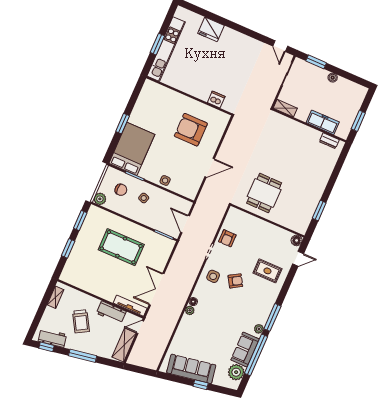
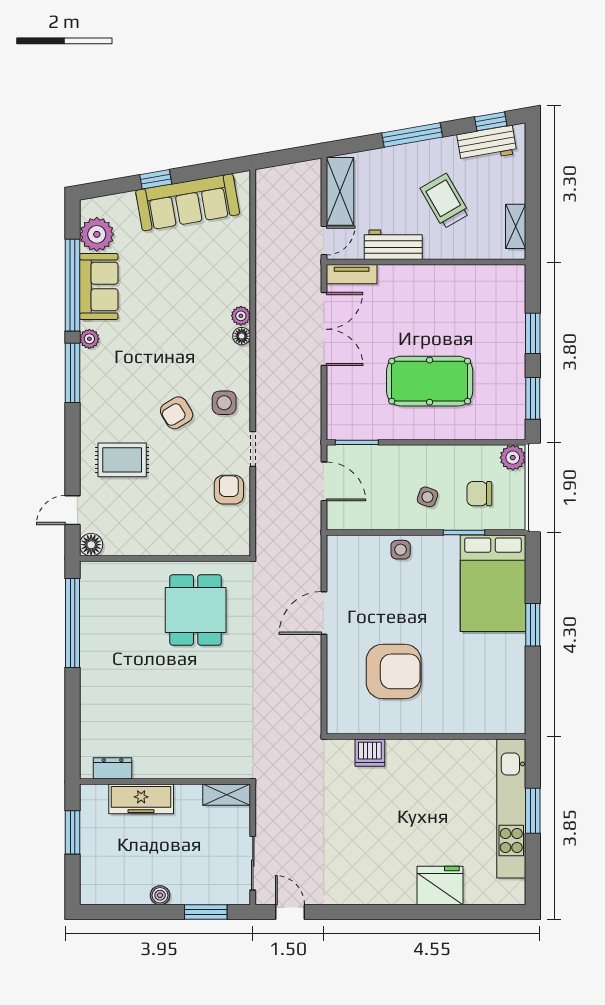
window: (319, 210) -> (73, 623), width x2.11
tv unit: (130, 306) -> (352, 274), width x0.71

